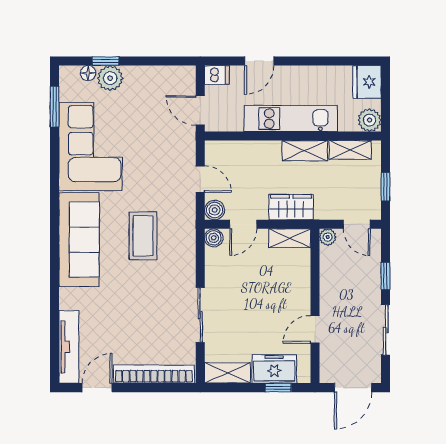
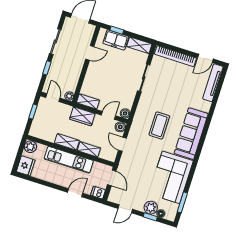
door: (157, 61) -> (125, 209), added
shelving: (350, 150) -> (89, 149), moved

